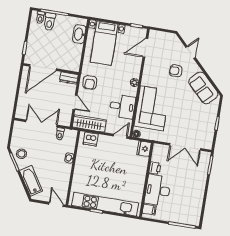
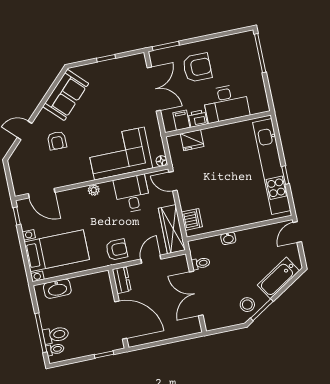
fridge: (144, 149) -> (192, 140), moved
armchair: (188, 180) -> (197, 68), added
filing cabinet: (149, 210) -> (181, 120), moved

